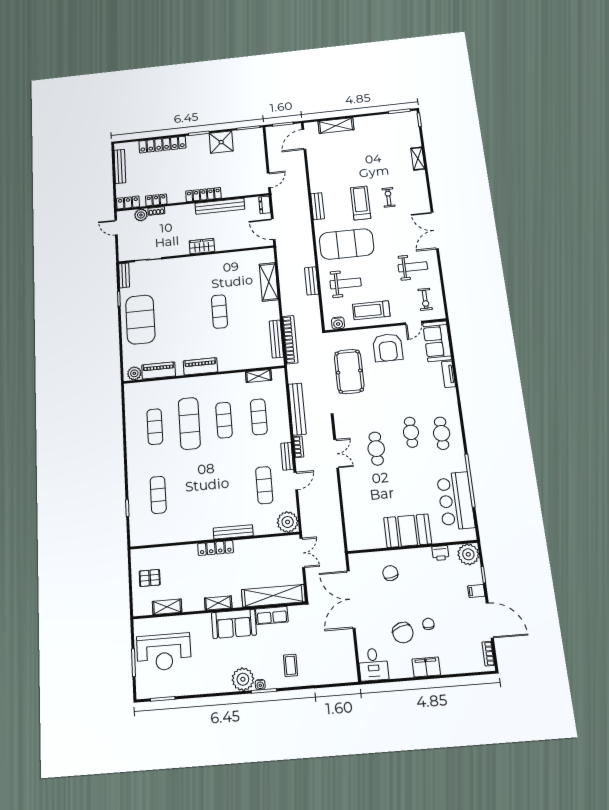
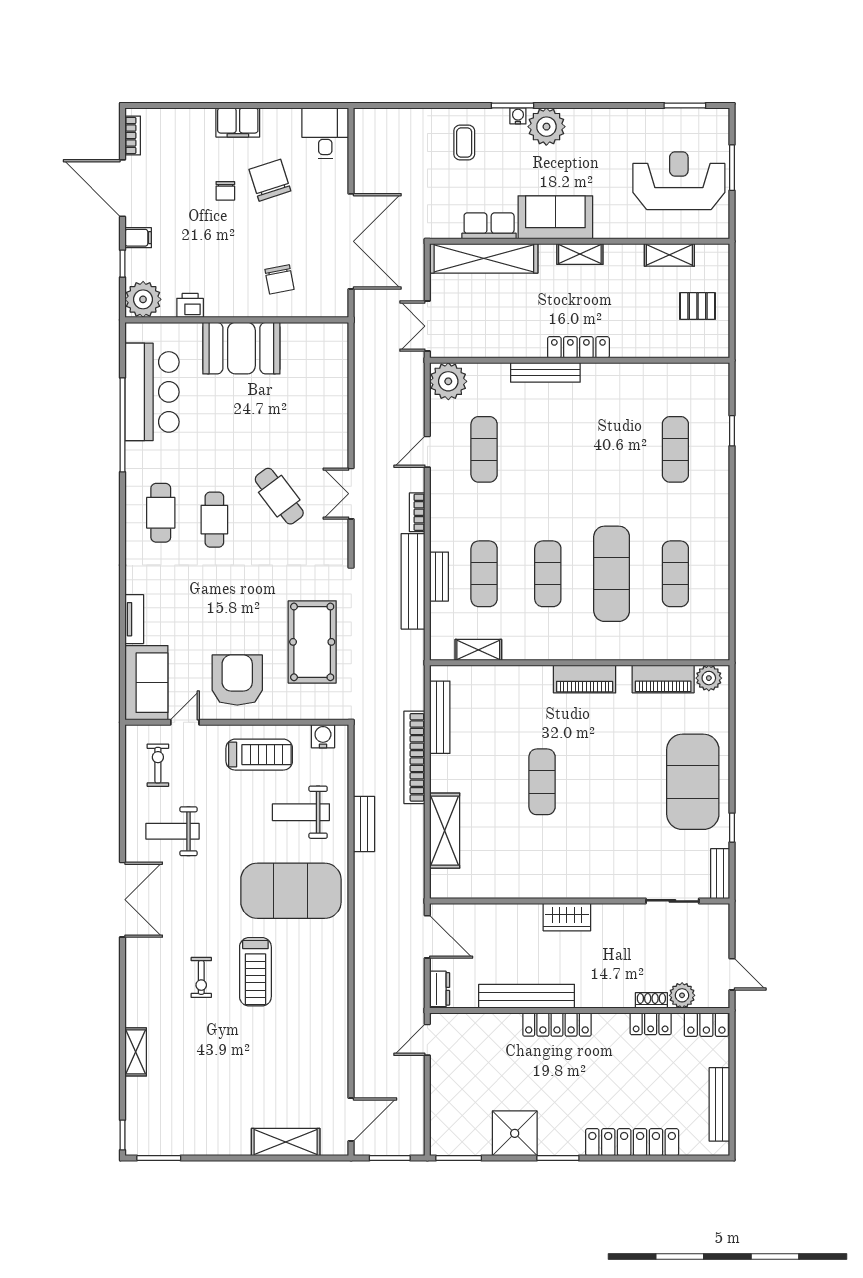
bench: (318, 206) -> (338, 975), removed
bookcase: (290, 340) -> (414, 757), moved
cafe table: (376, 449) -> (279, 496), turned -37
bench: (287, 456) -> (439, 577), moved

